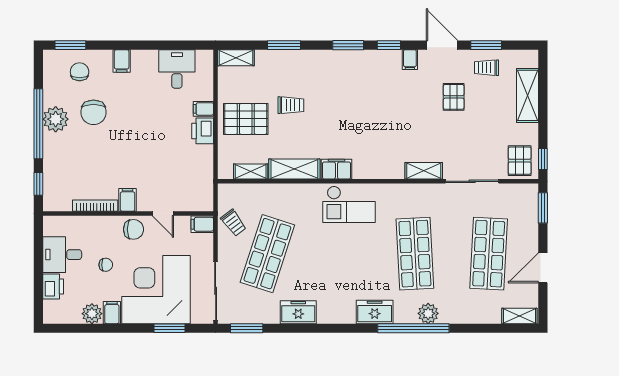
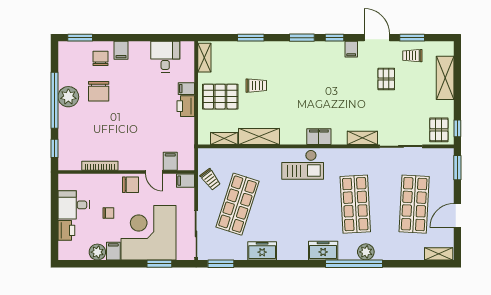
shelving: (236, 58) -> (204, 58), moved, turned 90
chair: (80, 72) -> (100, 58), moved
filing cabinet: (336, 169) -> (319, 137), moved
filing cabinet: (128, 200) -> (170, 161), moved

